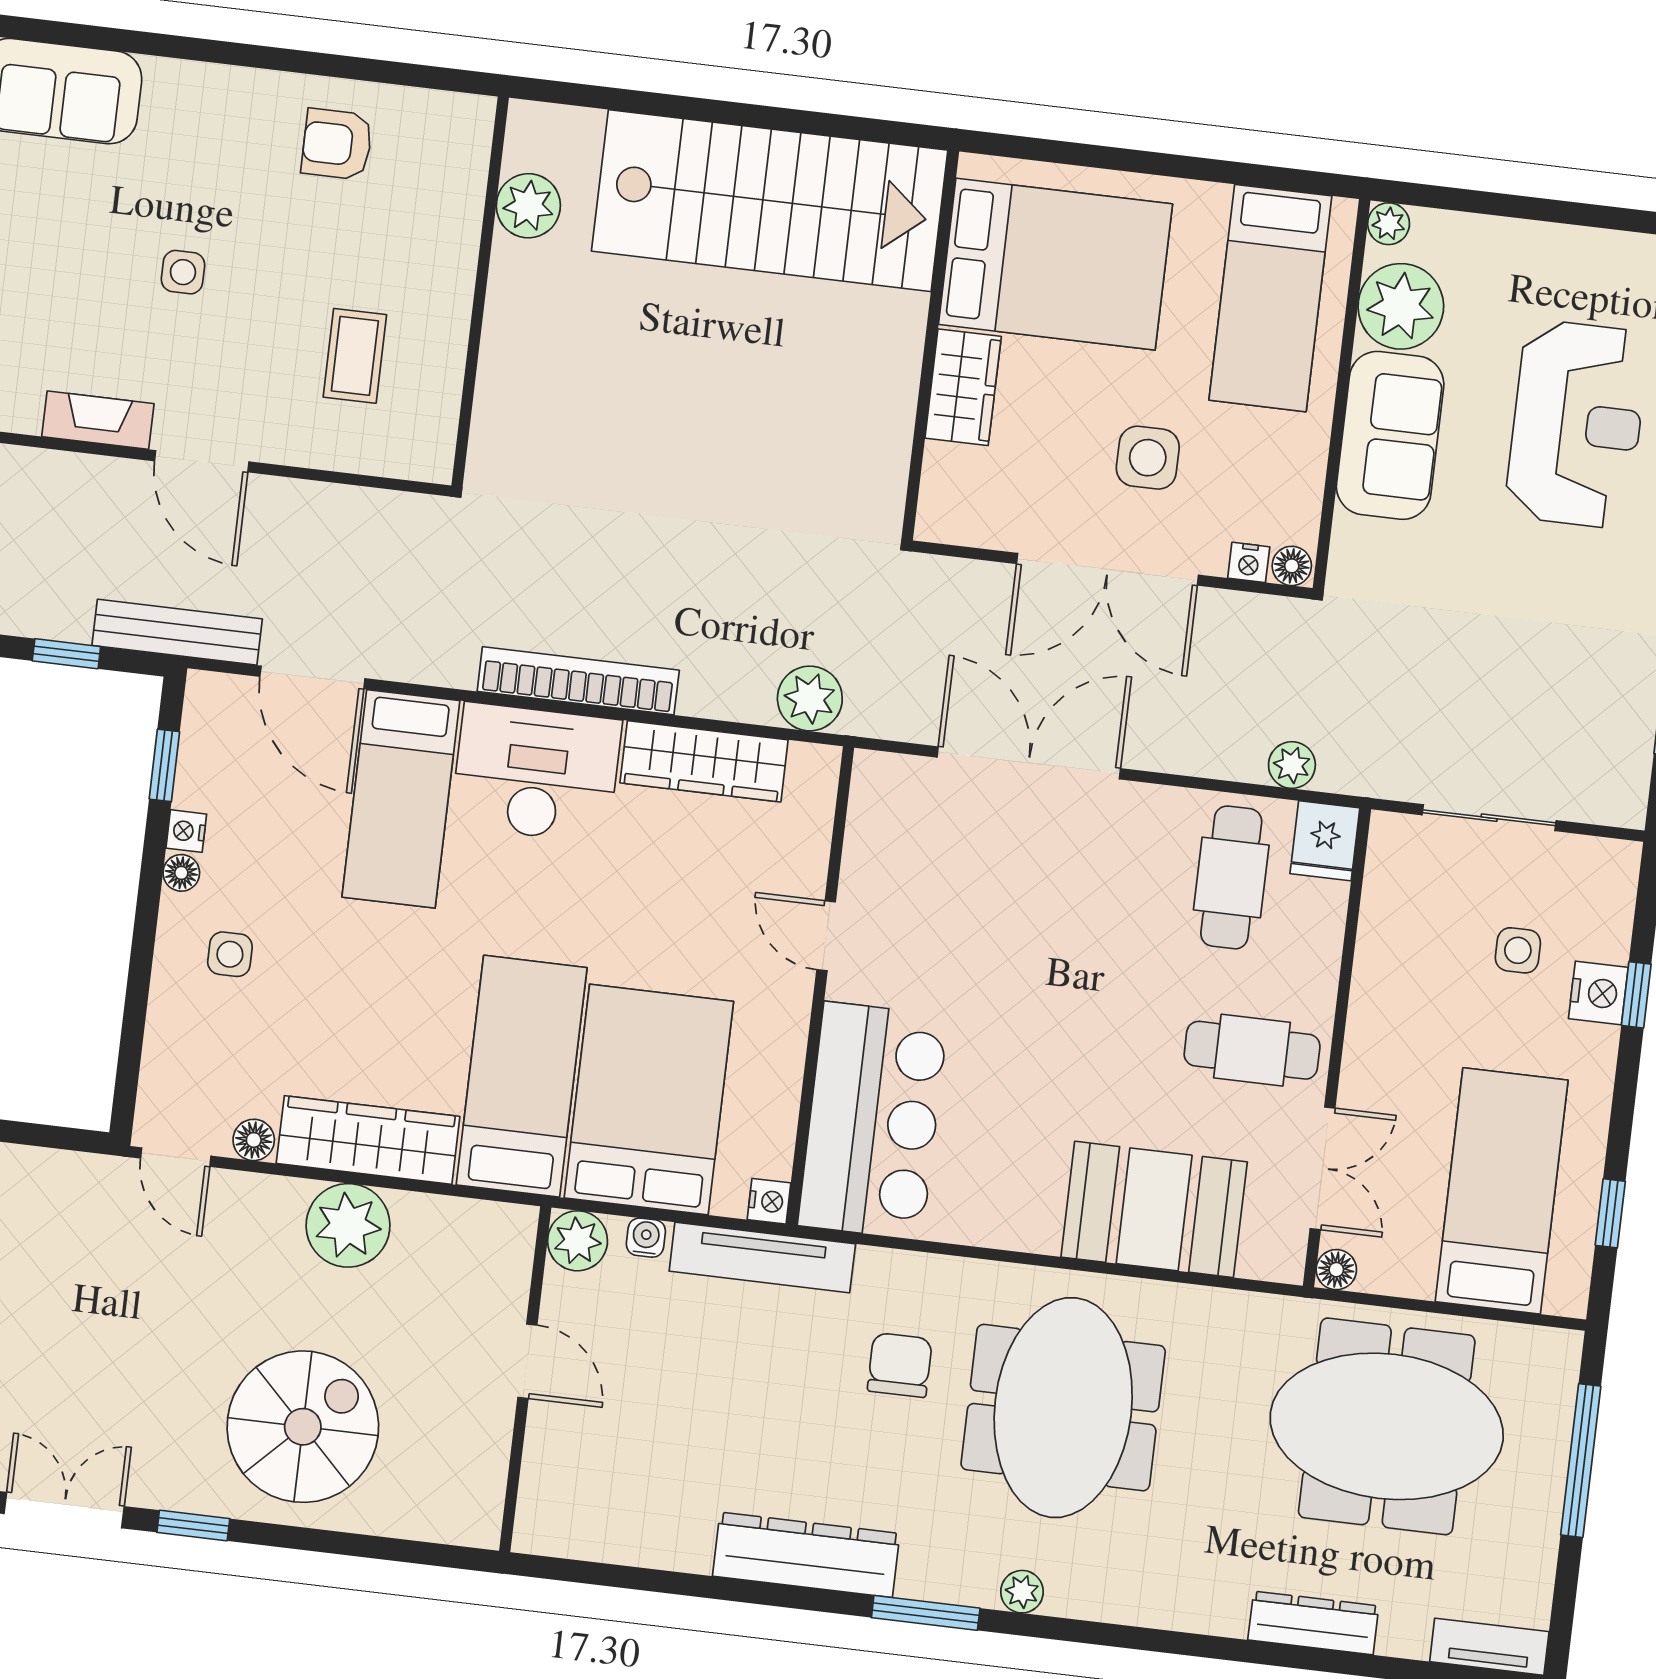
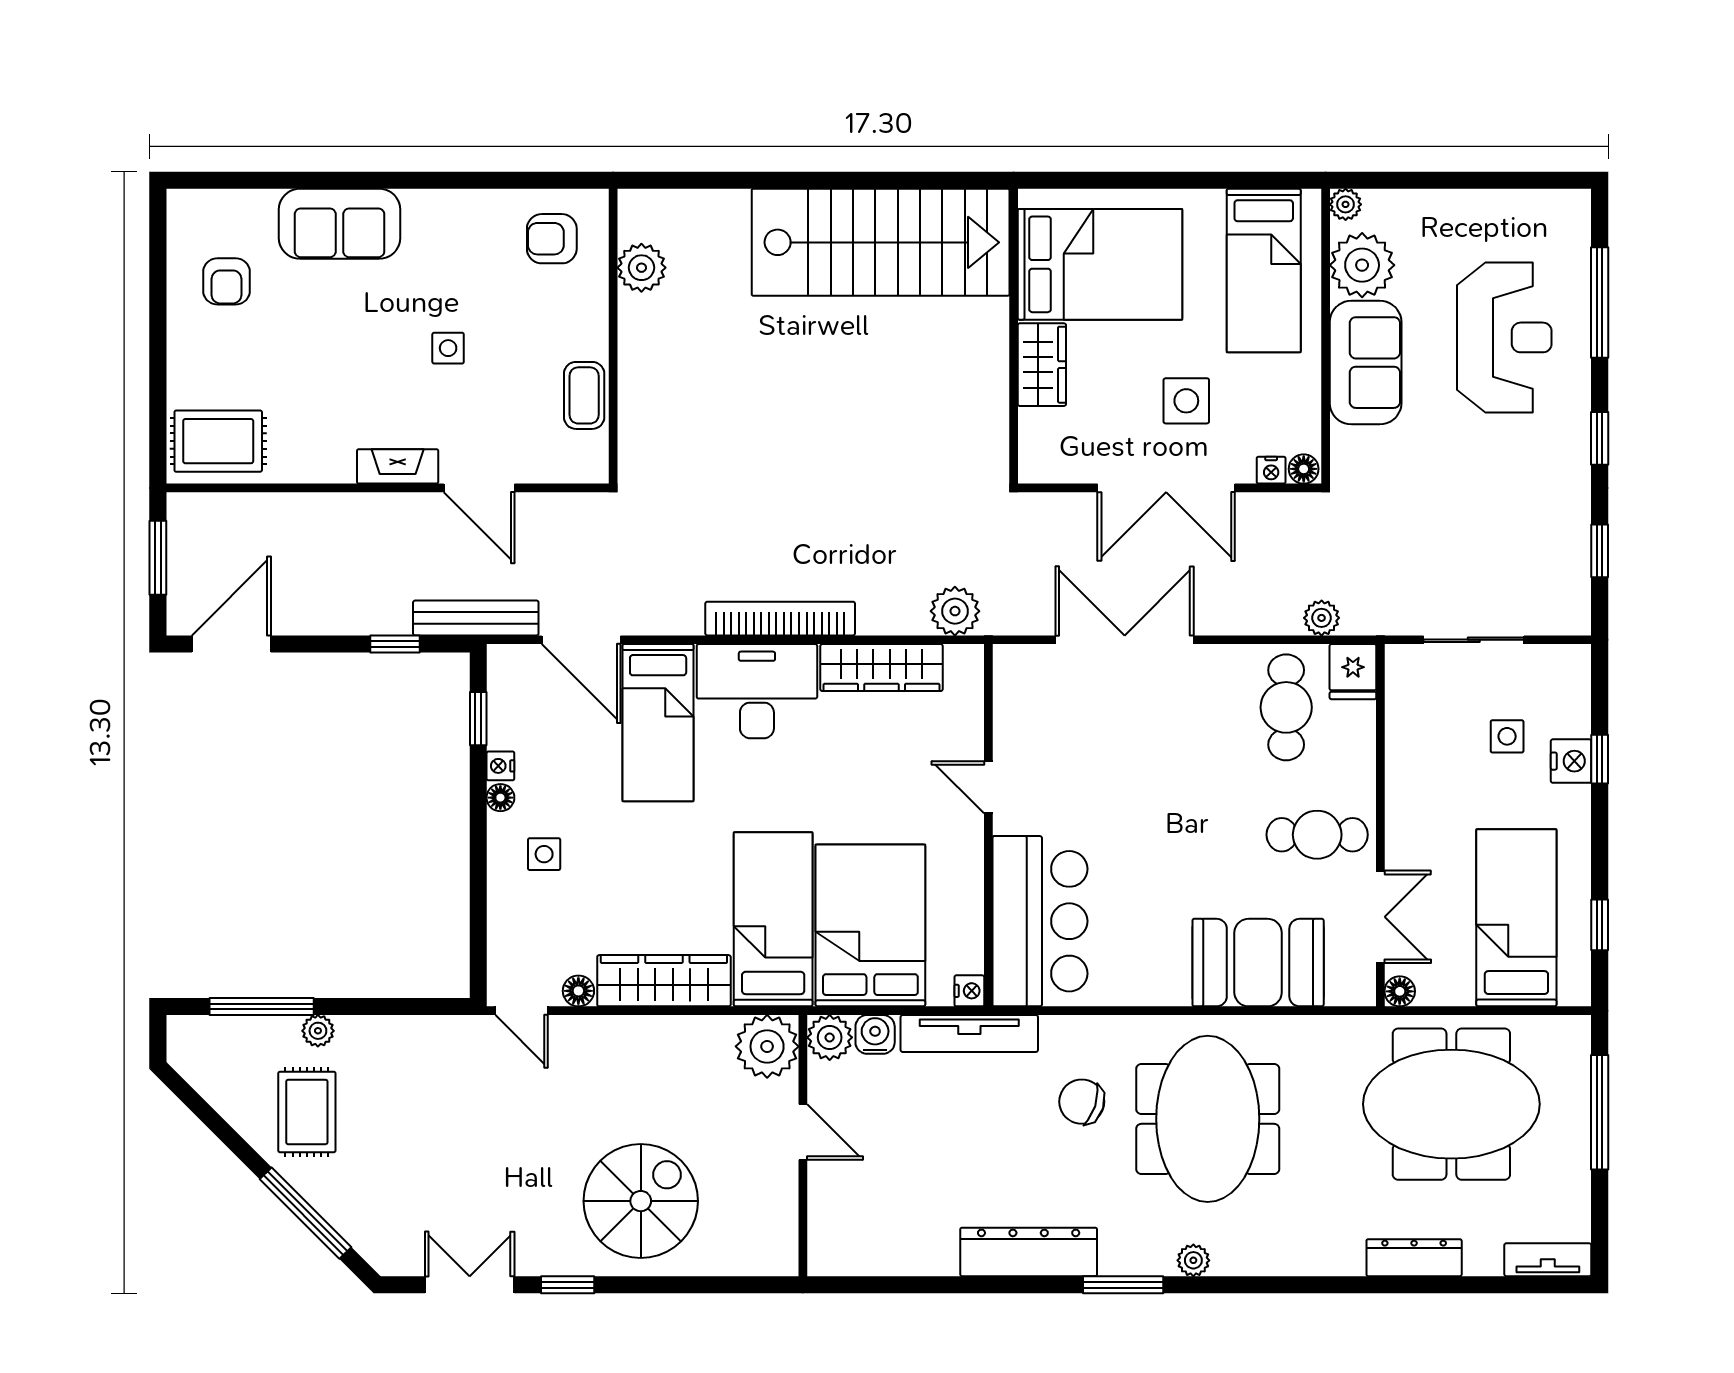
plant: (528, 206) -> (641, 268), moved
wall: (480, 292) -> (613, 336), moved
plant: (348, 1225) -> (767, 1046), moved
water cooler: (646, 1238) -> (875, 1034), width x1.38, depth x1.38
chair: (900, 1365) -> (1082, 1102), turned -72

